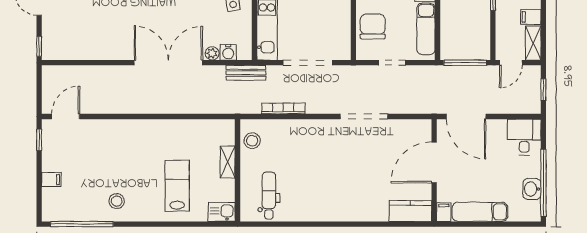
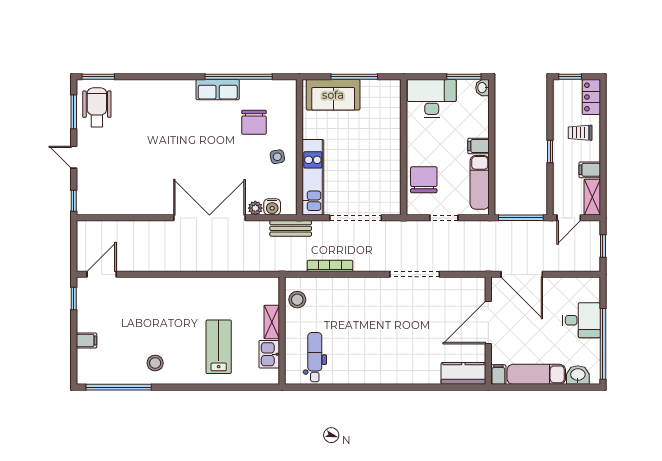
desk: (524, 137) -> (581, 320), moved, turned 90
washbasin: (532, 189) -> (578, 375), moved, turned 90
kitchen sink: (222, 212) -> (269, 354), moved, turned -90

